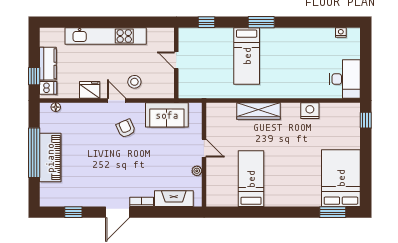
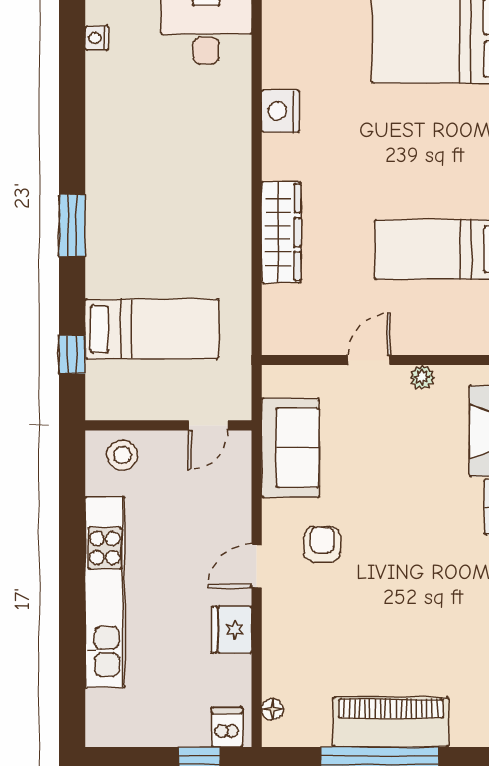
bed: (247, 56) -> (152, 329), moved
door: (176, 60) -> (208, 425), moved
kitchen counter: (48, 64) -> (170, 728), removed
stool: (134, 82) -> (122, 455), moved
armchair: (126, 128) -> (322, 544), turned 114

